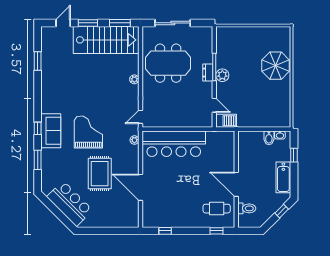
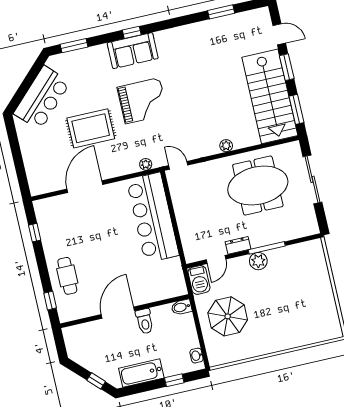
meeting table: (168, 63) -> (258, 186), turned 90
parasol: (276, 66) -> (228, 316), moved
dresser: (208, 73) -> (238, 245), moved
bidet: (269, 138) -> (181, 307), moved
window: (38, 160) -> (74, 46), moved
toilet: (247, 208) -> (145, 321), moved
cafe table: (217, 209) -> (67, 276), moved

